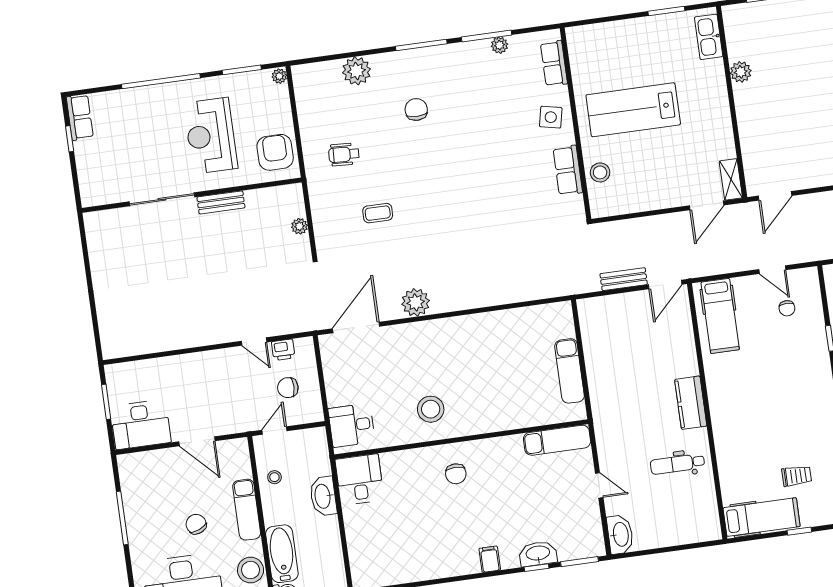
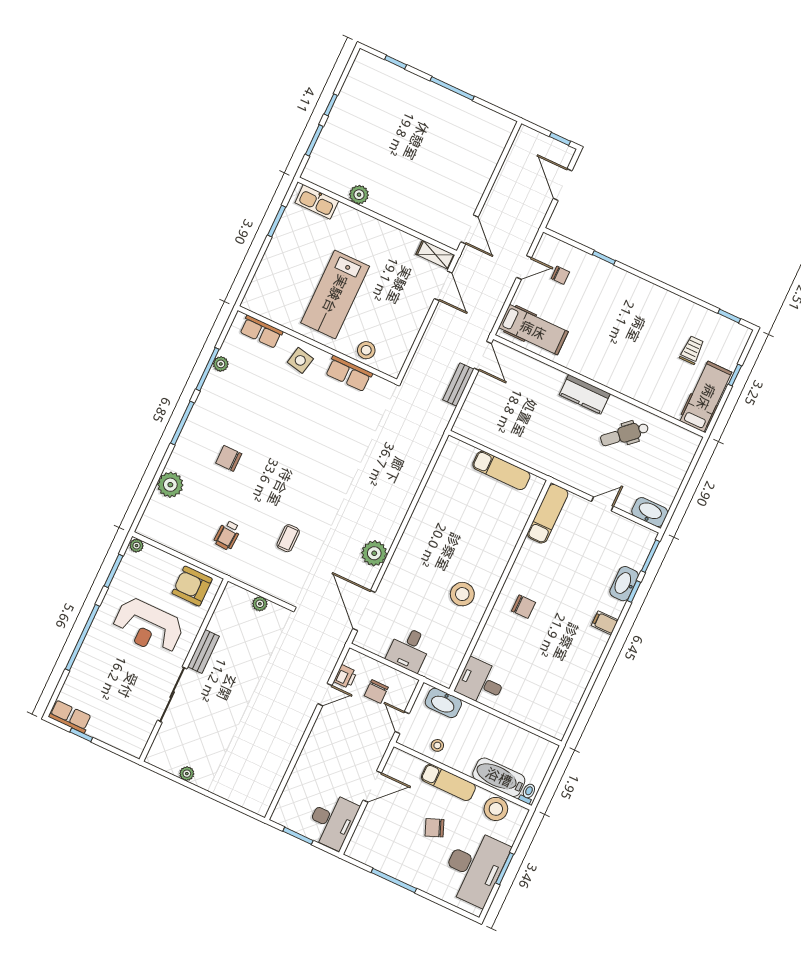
plant: (97, 261) -> (187, 774), added
desk: (352, 425) -> (409, 649), moved
dental chair: (677, 464) -> (624, 434), turned 48
washbasin: (323, 496) -> (443, 703), moved

